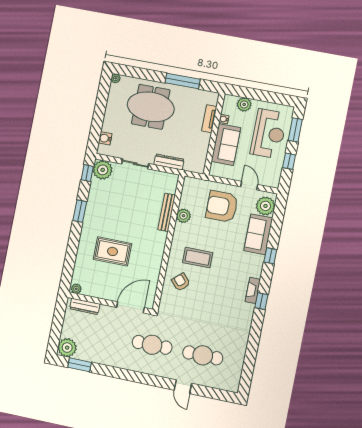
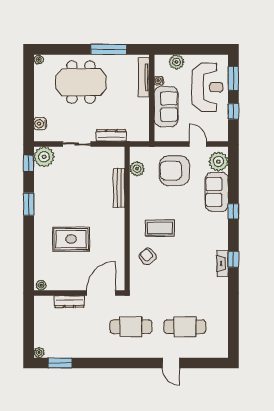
tv unit: (209, 119) -> (144, 77), width x1.41
plant: (183, 216) -> (137, 169), moved
fireplace: (253, 290) -> (223, 264), moved
dresser: (85, 306) -> (69, 302), moved
plant: (67, 348) -> (39, 353), width x0.53, depth x0.53

